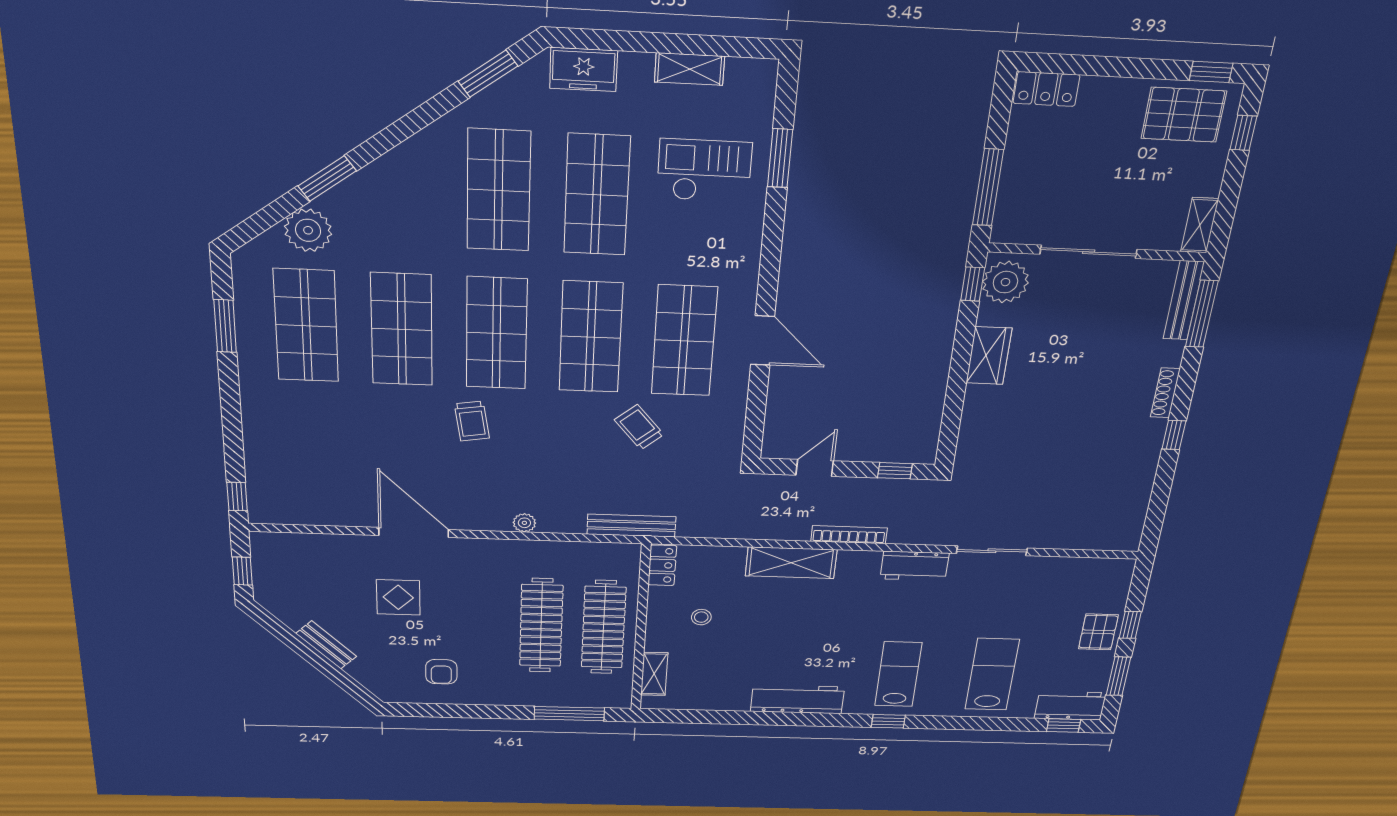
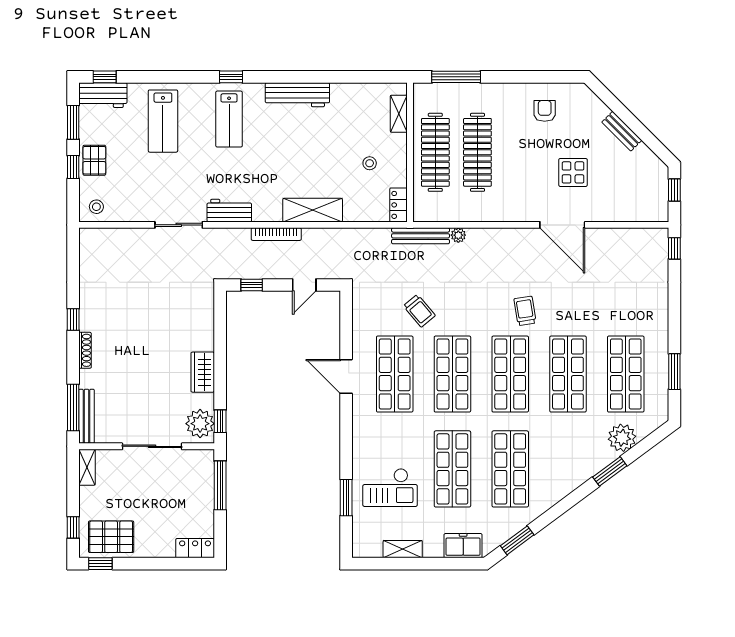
plant: (524, 523) -> (458, 235), moved
stool: (1108, 577) -> (96, 207), added

